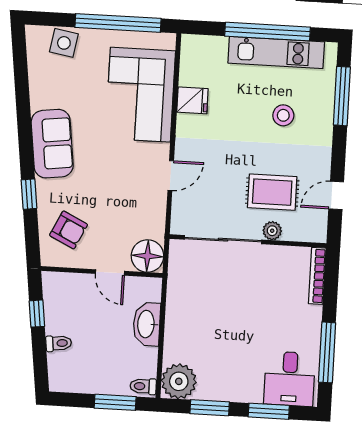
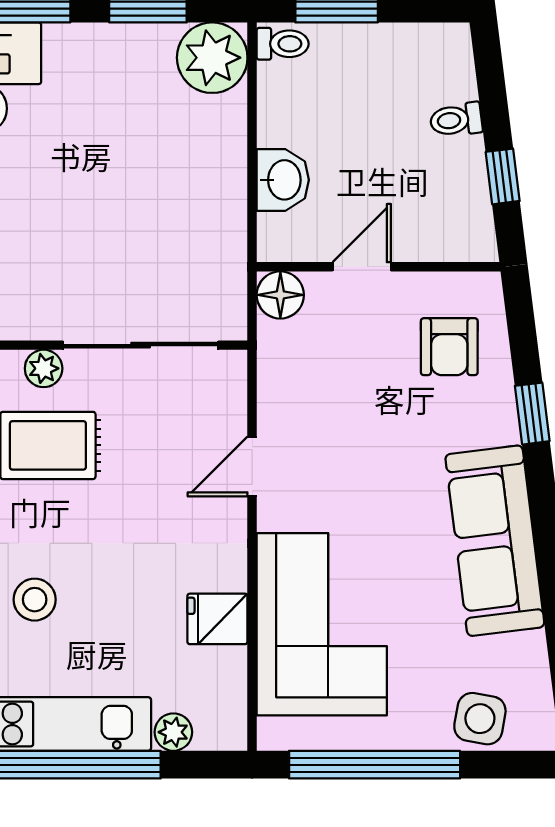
plant: (218, 45) -> (173, 732), added
sofa: (52, 144) -> (495, 541), width x1.36
armchair: (69, 230) -> (449, 347), turned -116
floor lamp: (147, 256) -> (280, 295), width x0.73, depth x0.73
door: (110, 272) -> (362, 267), hinge flipped
washbasin: (147, 324) -> (283, 180), width x0.72

